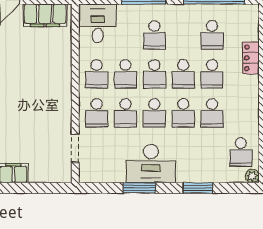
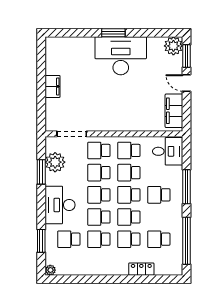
doorway: (75, 148) -> (72, 134), width x1.38
school desk: (241, 152) -> (69, 239), moved
desk: (151, 164) -> (60, 205), moved
plant: (112, 170) -> (55, 162), added
window: (139, 188) -> (41, 172), moved
window: (198, 188) -> (41, 241), moved

